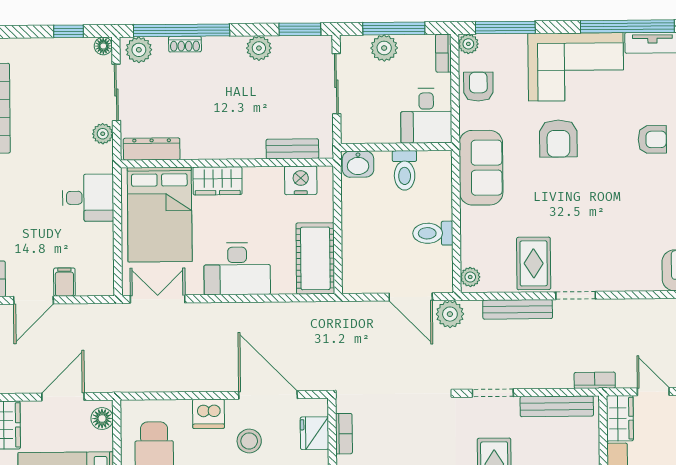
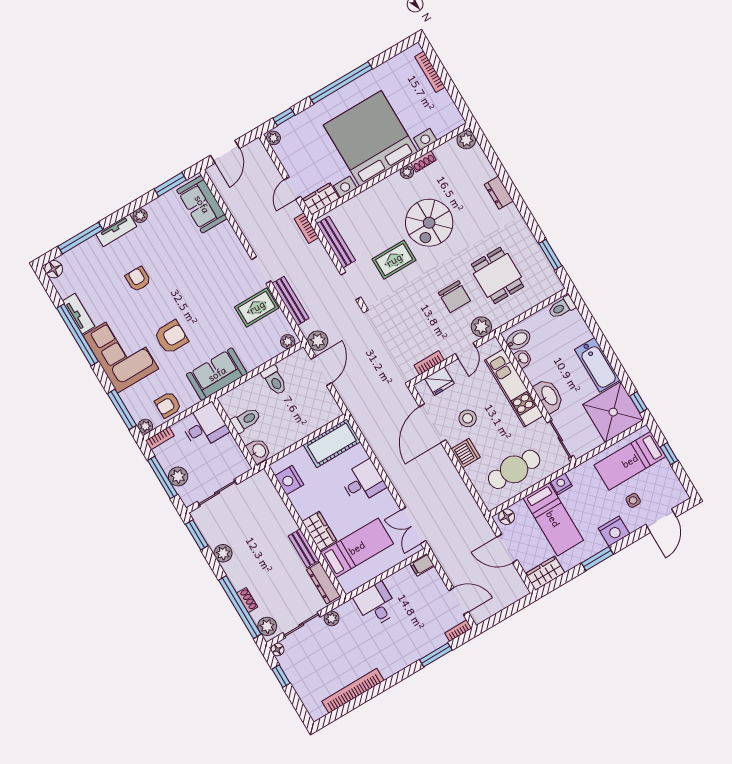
bench: (292, 149) -> (304, 548), moved
bed: (160, 215) -> (357, 548), width x0.67
desk: (237, 269) -> (363, 482), width x0.73
filing cabinet: (64, 282) -> (422, 565), moved

